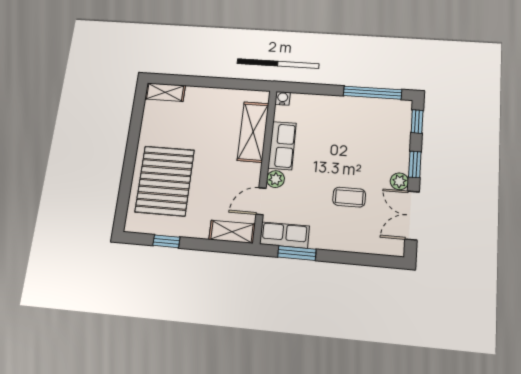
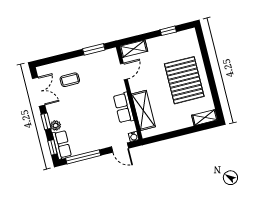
door: (310, 89) -> (120, 148), added
plant: (275, 179) -> (120, 87), removed
pallet: (165, 181) -> (184, 80), moved
plant: (399, 181) -> (56, 125), moved
coffee table: (349, 197) -> (70, 80), moved
row of seats: (284, 235) -> (62, 145), moved, turned -90

